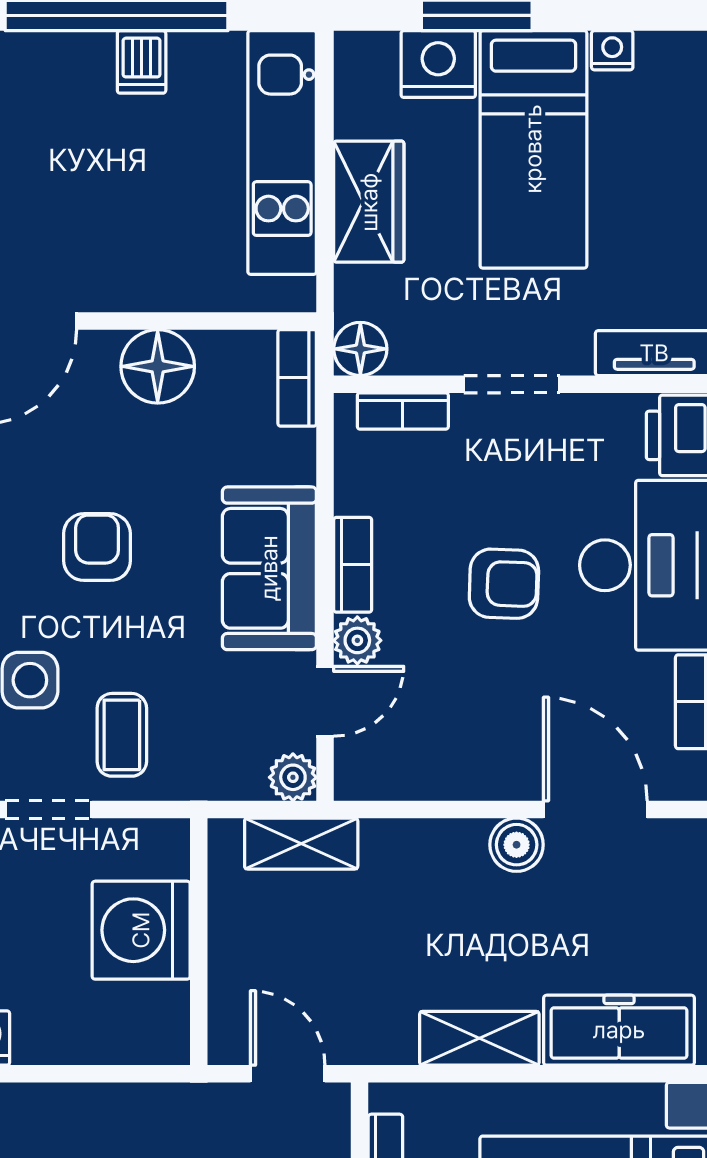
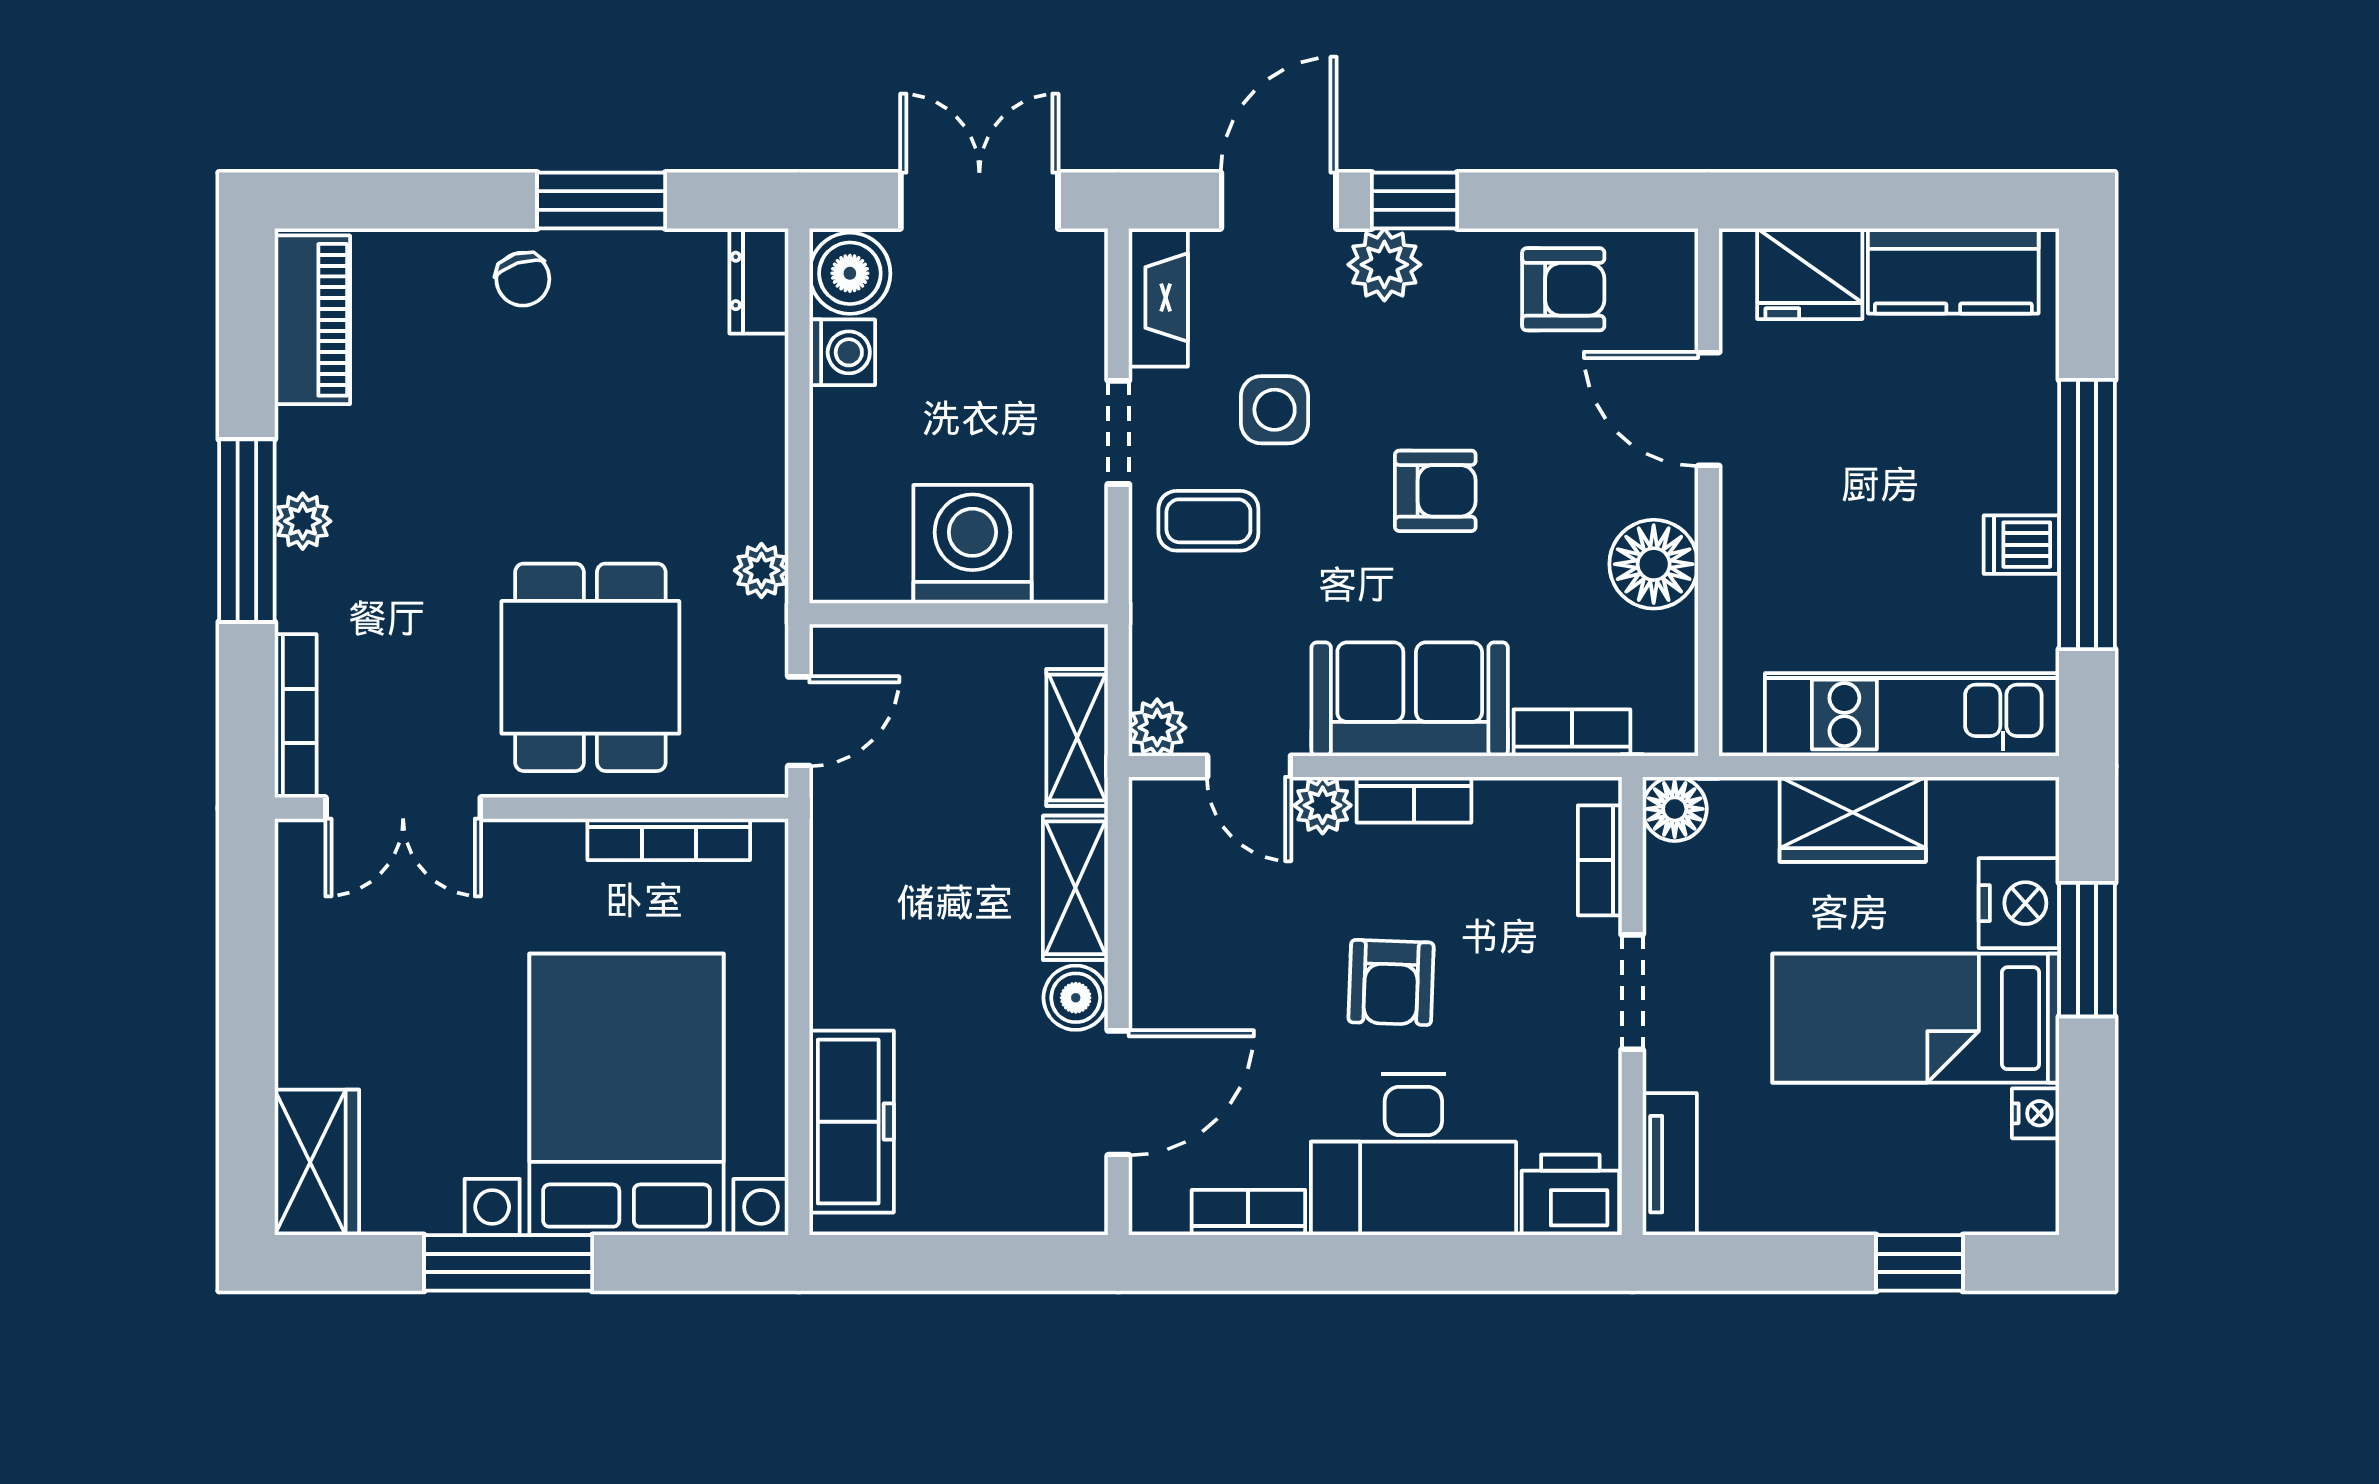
bookcase: (297, 378) -> (1572, 733), moved
shelving: (479, 1038) -> (1075, 888), moved
plant: (163, 1105) -> (761, 570), added

